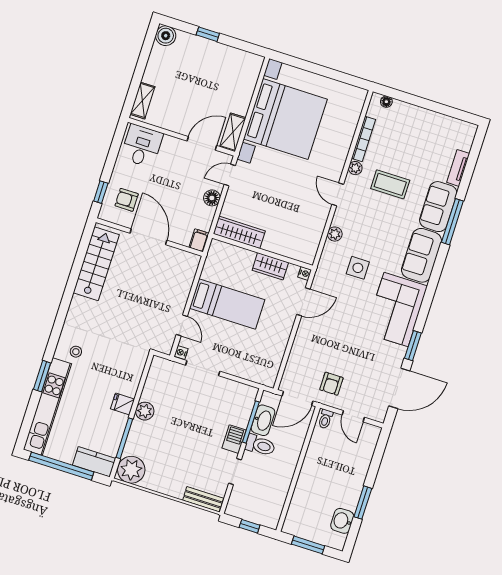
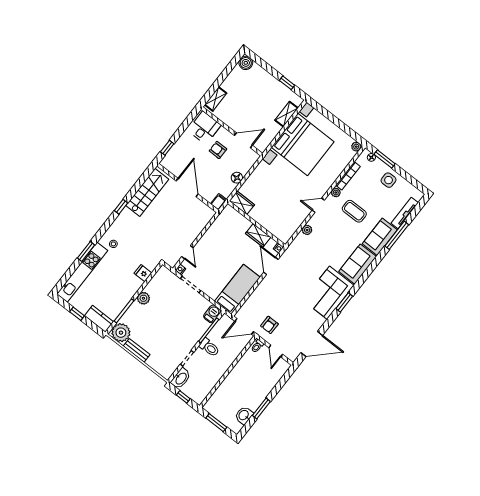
window: (208, 34) -> (287, 83), moved
plant: (360, 95) -> (356, 147), added
window: (405, 97) -> (385, 159), added
shelving: (233, 132) -> (287, 114), moved
tv unit: (458, 168) -> (405, 213), width x1.41
door: (230, 175) -> (254, 167), removed
door: (338, 194) -> (318, 205), hinge flipped
armchair: (127, 200) -> (218, 150), moved
window: (452, 222) -> (397, 235), moved
wardrobe: (239, 232) -> (242, 203), width x0.67
side table: (358, 268) -> (389, 180), moved
window: (67, 297) -> (121, 207), added
door: (303, 302) -> (271, 266), swing flipped
bed: (227, 304) -> (237, 289), moved, turned -90
window: (413, 346) -> (344, 302), moved
fridge: (123, 404) -> (143, 273), moved
washbasin: (263, 420) -> (181, 378), moved
barbecue: (234, 439) -> (212, 314), moved
window: (61, 466) -> (77, 314), width x0.32
bench: (203, 499) -> (137, 350), moved

